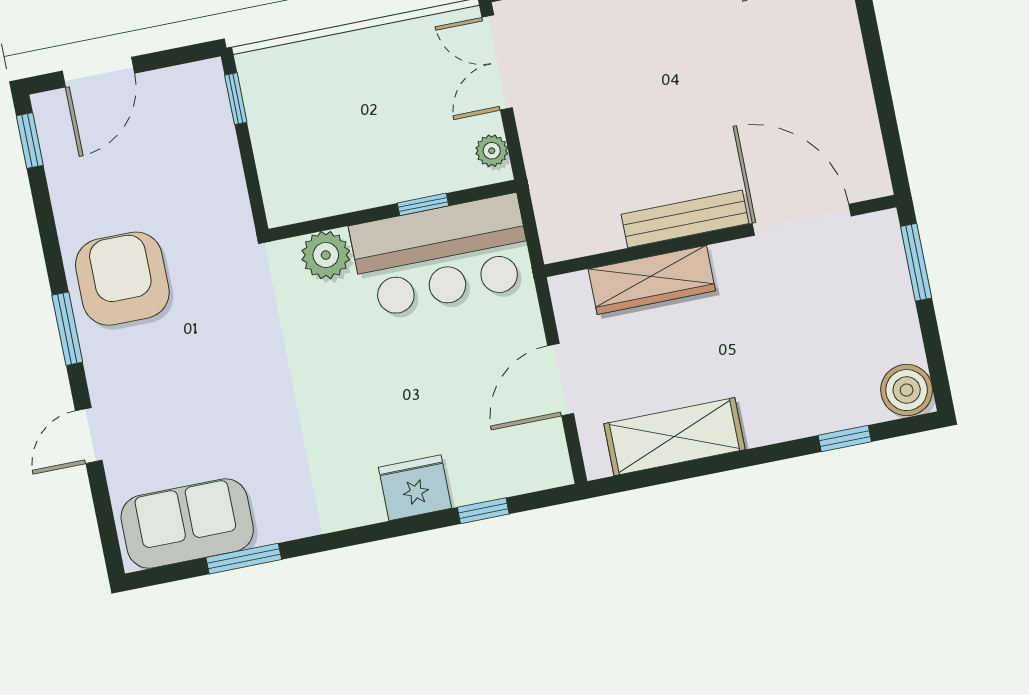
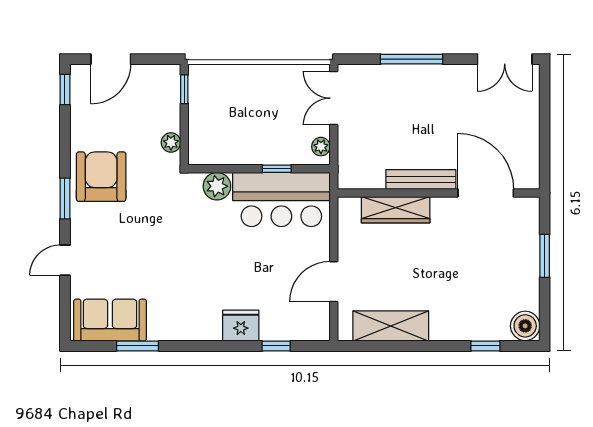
plant: (231, 195) -> (171, 142), added
bench: (685, 219) -> (421, 179), moved
door: (802, 220) -> (486, 193), moved
wall: (720, 236) -> (439, 193), moved
wardrobe: (652, 280) -> (396, 210), moved

